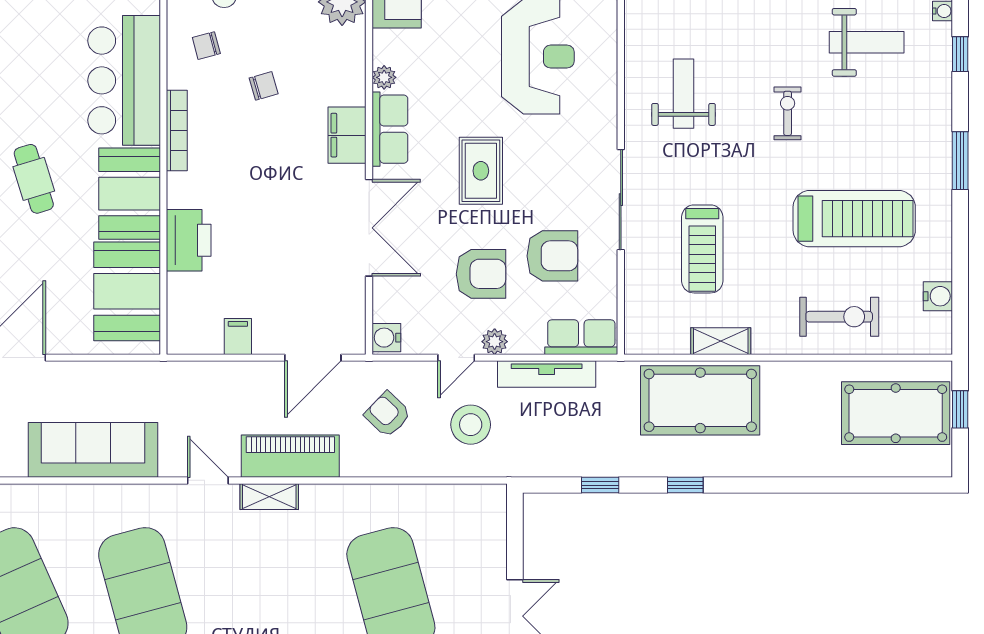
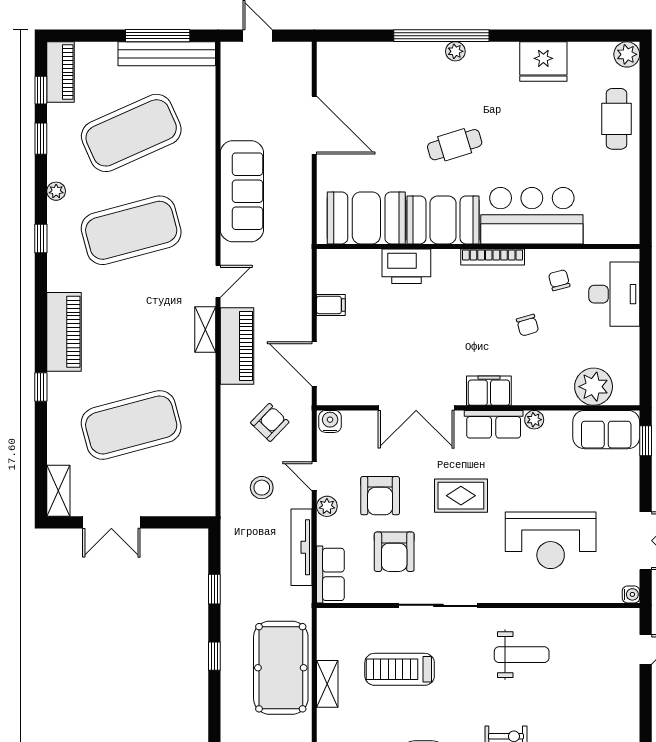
stool: (471, 425) -> (262, 488), width x0.73, depth x0.73

